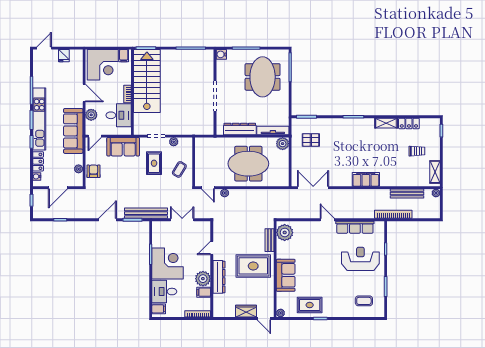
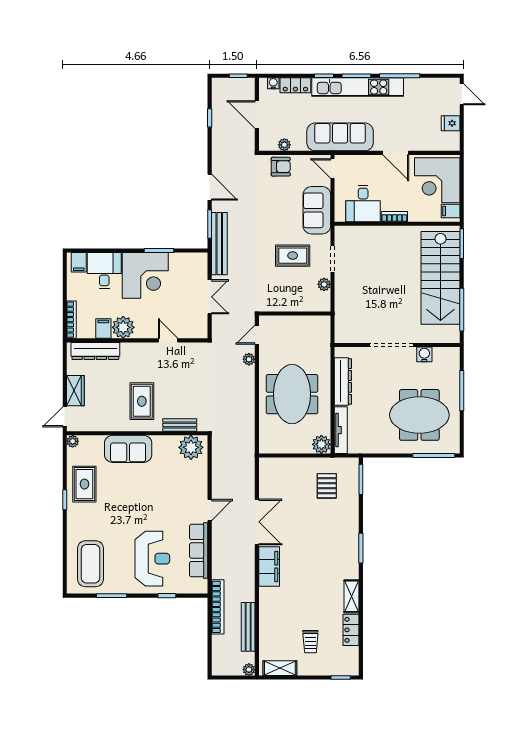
water cooler: (221, 54) -> (424, 354), moved
stairs: (147, 81) -> (440, 278), moved, turned 90
door: (84, 93) -> (396, 153), hinge flipped
plant: (91, 115) -> (364, 163), removed
coffee table: (179, 169) -> (284, 293), removed
double door: (313, 188) -> (257, 522), moved
rug: (253, 266) -> (142, 401), width x0.73, depth x0.70
dresser: (219, 277) -> (95, 351), moved
coffee table: (364, 301) -> (91, 564), width x1.86, depth x1.72

